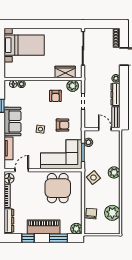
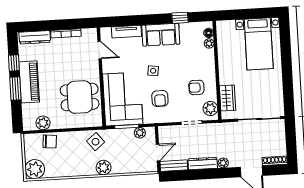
floor lamp: (9, 178) -> (88, 35), removed
plant: (112, 213) -> (35, 169), moved
plant: (76, 229) -> (43, 123), moved
window: (58, 238) -> (15, 88), moved

